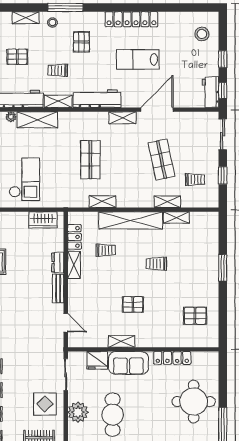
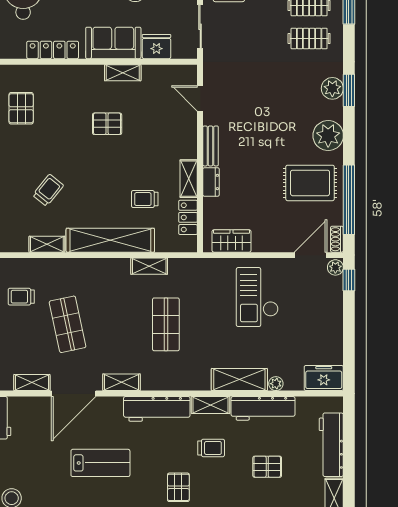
shelving: (167, 202) -> (32, 383), moved
trolley: (156, 264) -> (48, 190), moved, turned -51
pallet: (195, 316) -> (21, 108), turned 90

